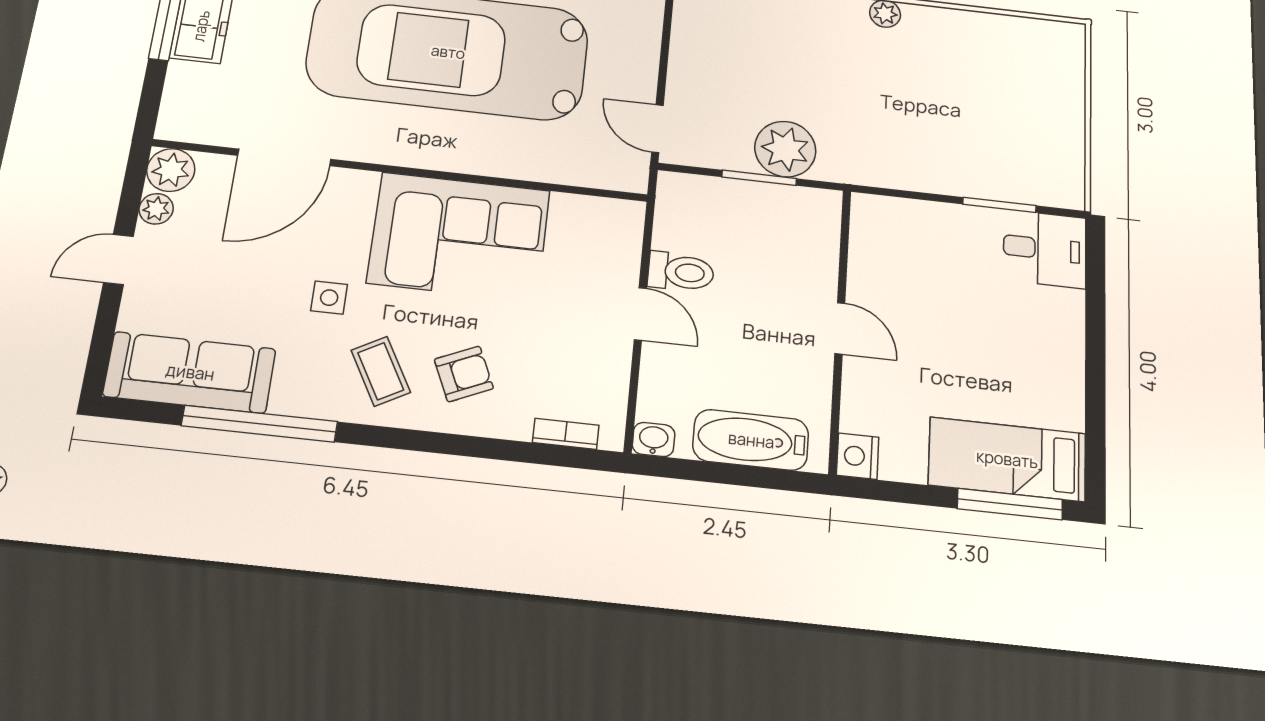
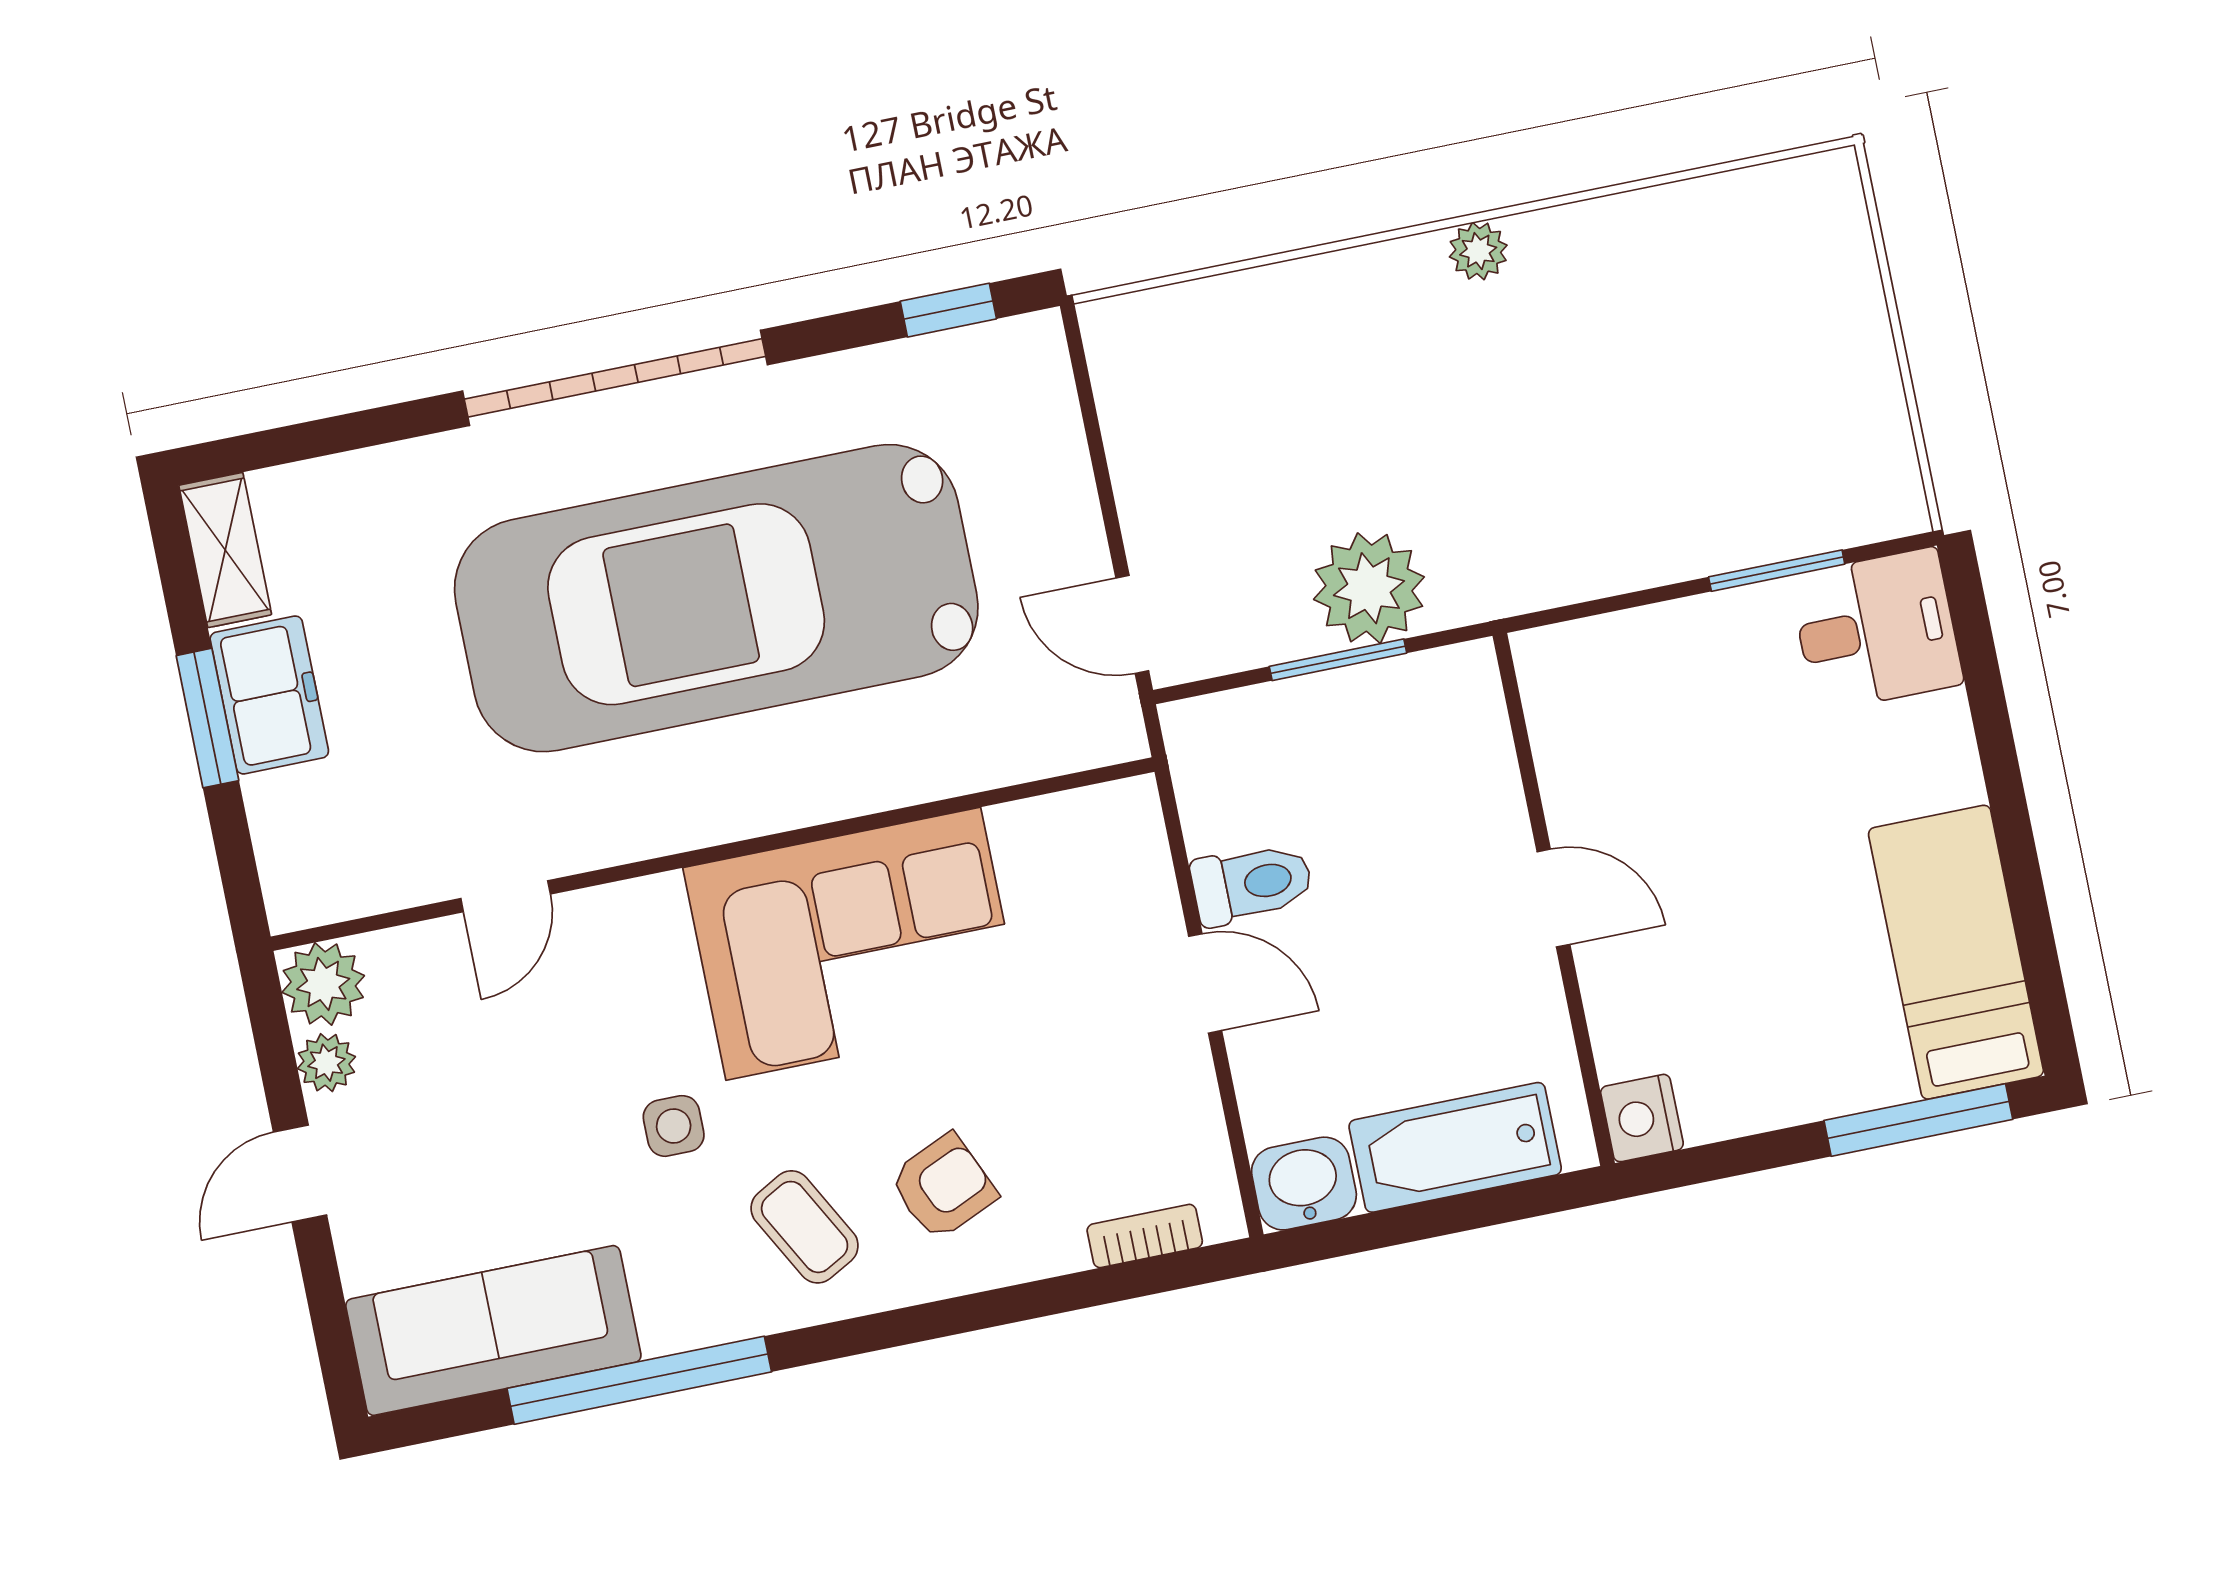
door: (284, 157) -> (506, 896), width x0.53
washbasin: (654, 440) -> (1304, 1184), width x1.38, depth x1.45
bed: (1007, 459) -> (1956, 952), moved, turned 90

